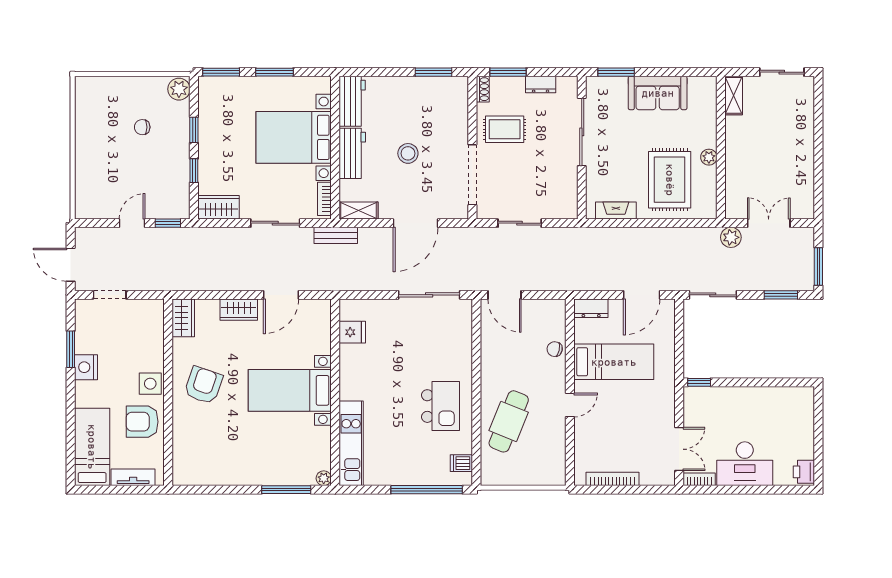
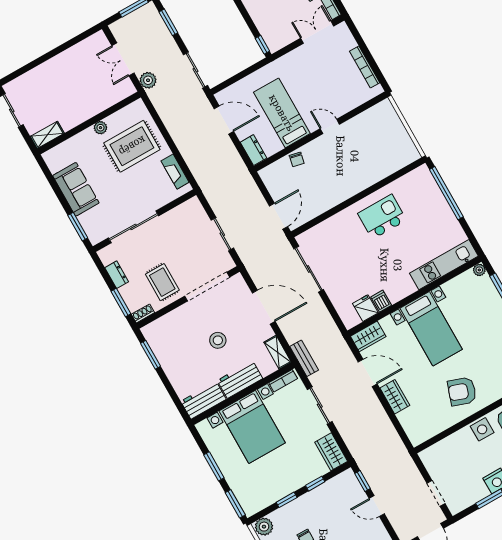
wardrobe: (183, 318) -> (368, 336), moved, turned 180
cafe table: (509, 421) -> (366, 163), removed
dishwasher: (461, 463) -> (381, 301), moved, turned 180

